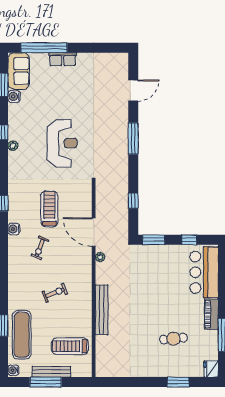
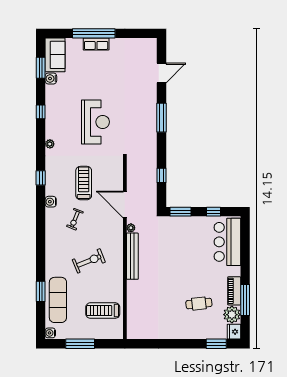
window: (44, 48) -> (94, 33), moved
plant: (13, 146) -> (50, 144), moved
exercise bike: (55, 293) -> (89, 261), width x1.38, depth x1.39
bench: (102, 310) -> (132, 256), moved
piano: (211, 314) -> (234, 291), moved
plant: (209, 350) -> (232, 315), added
bench: (51, 372) -> (85, 334), removed
window: (178, 382) -> (216, 344), moved

